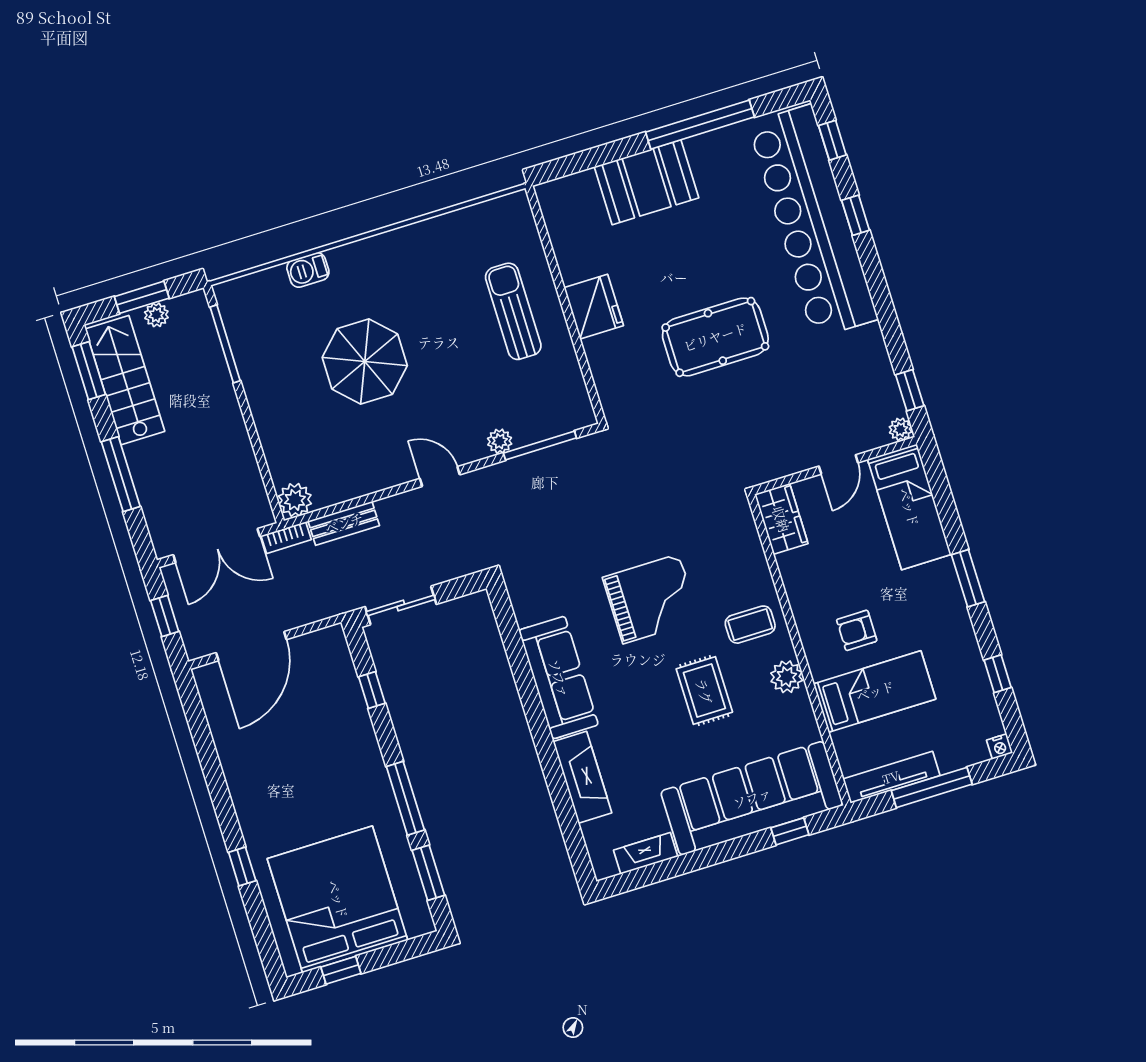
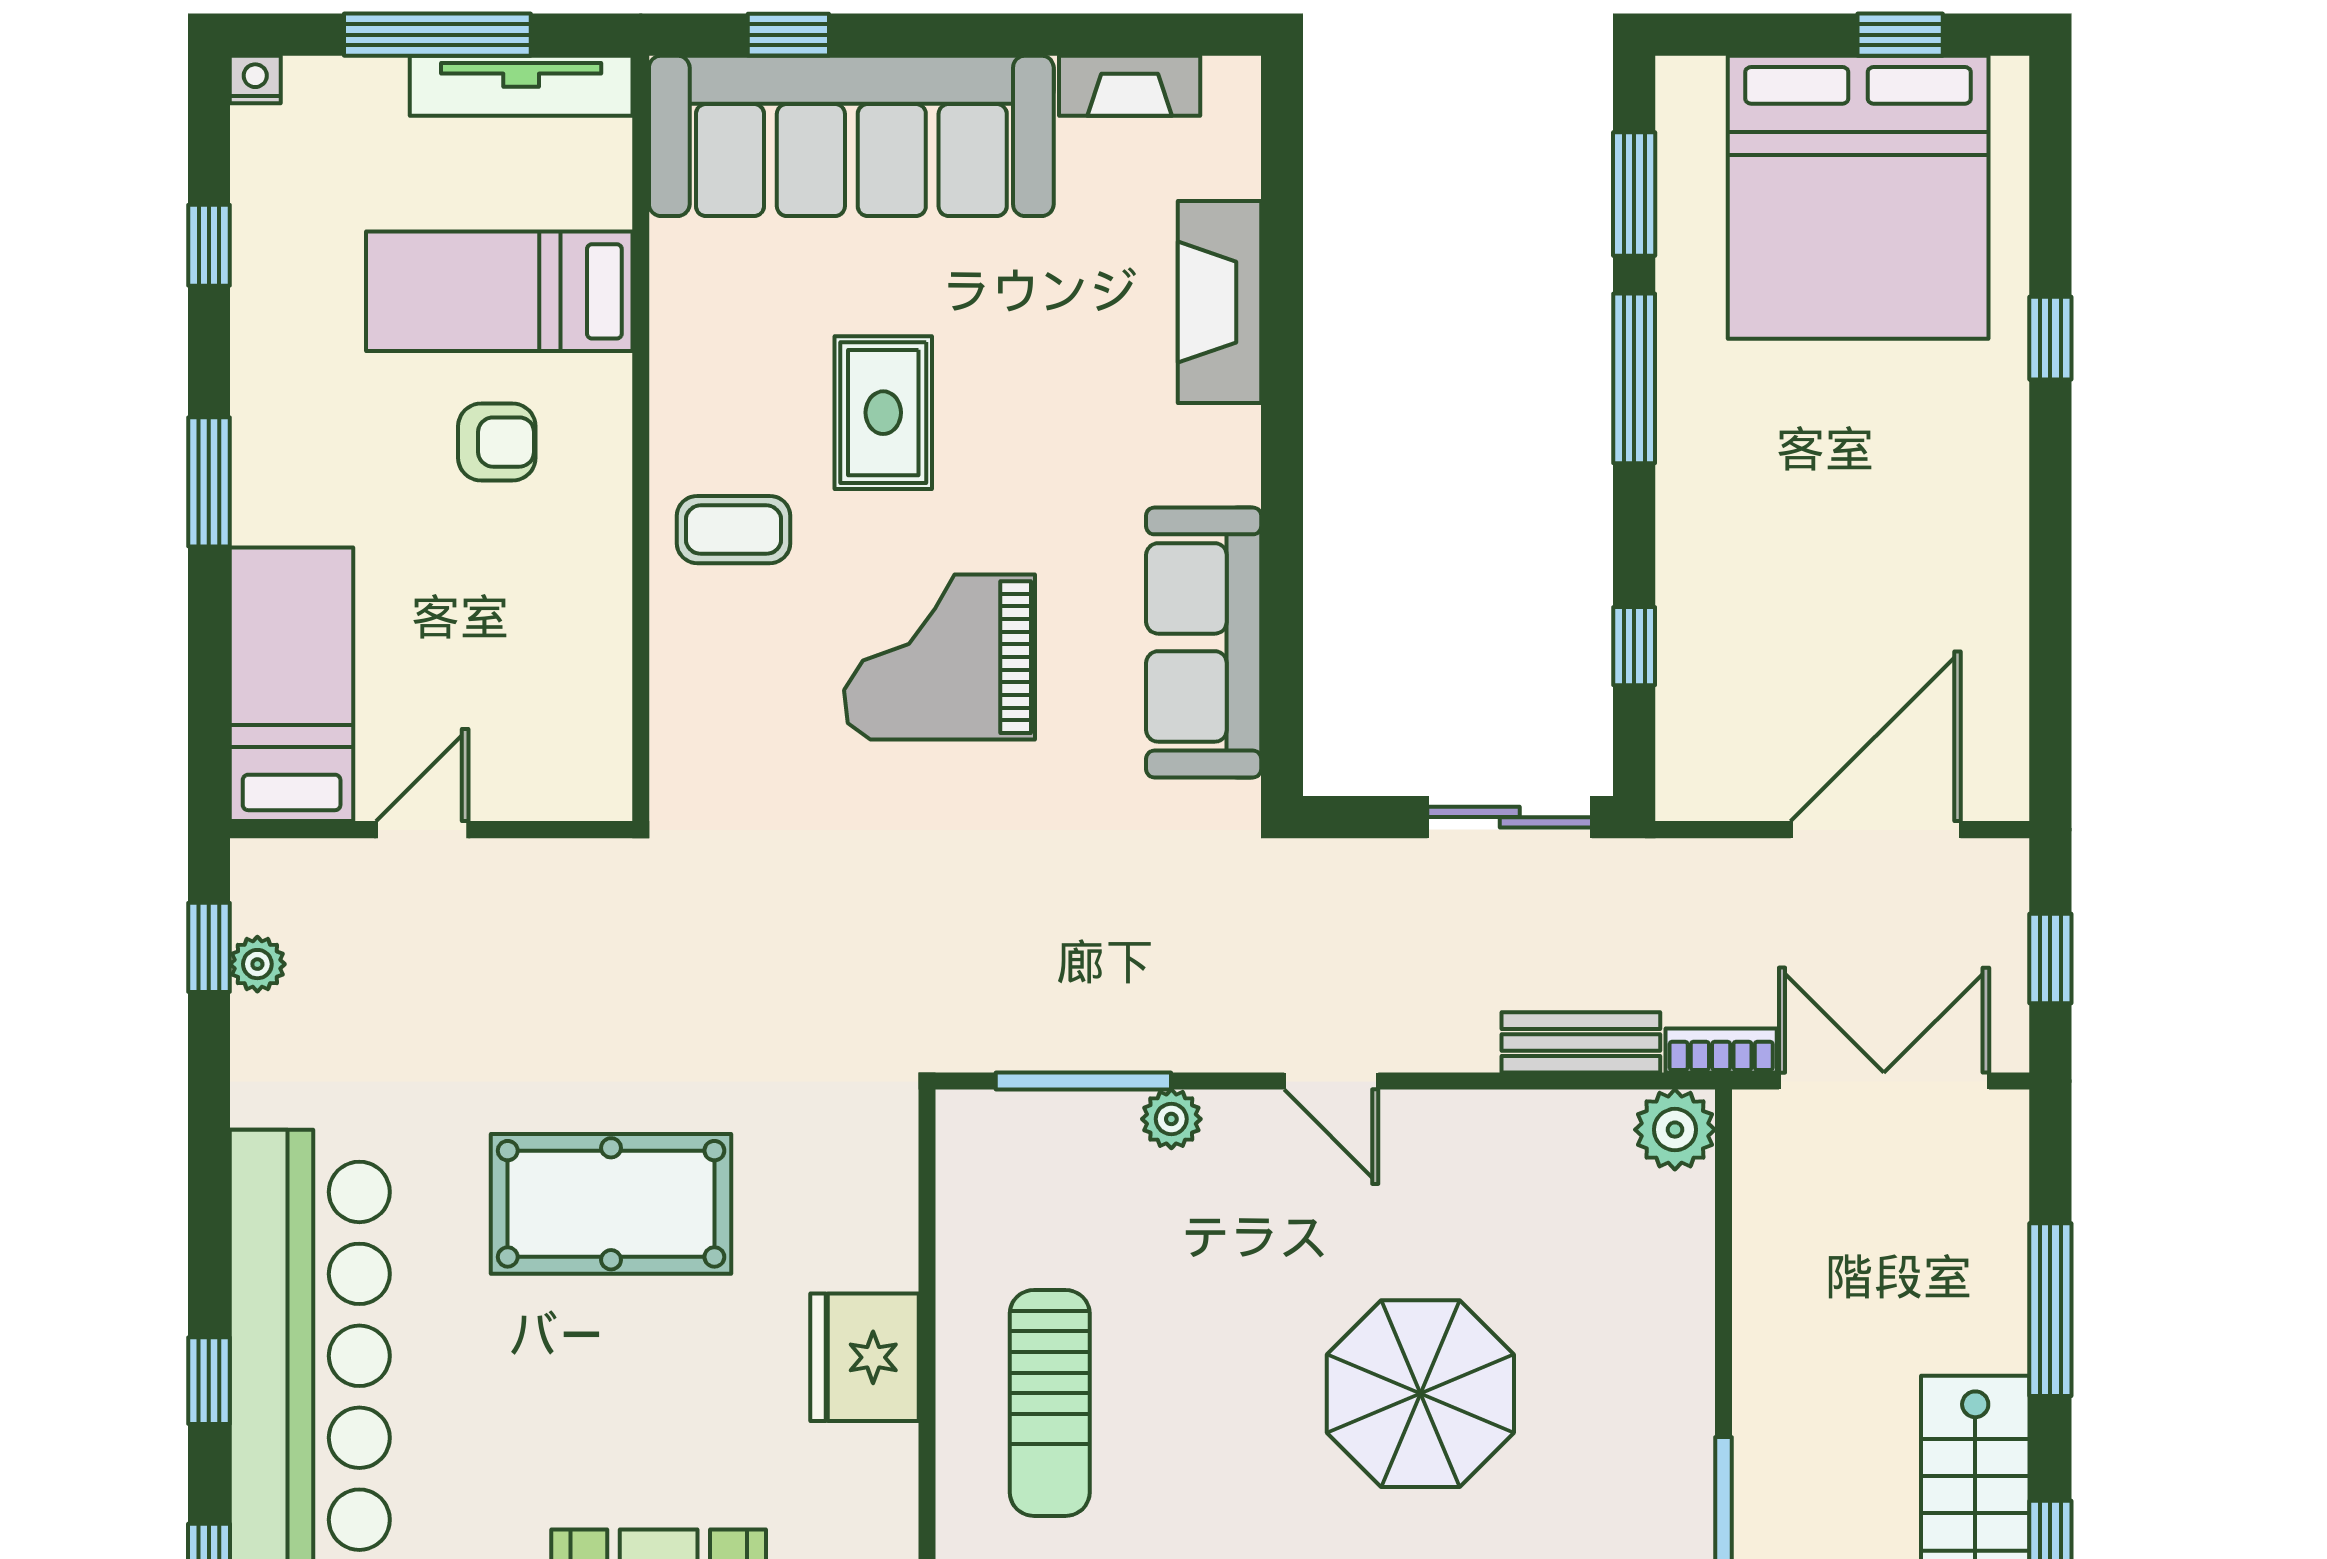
plant: (900, 429) -> (257, 964), moved
wardrobe: (781, 519) -> (589, 747), removed
plant: (787, 677) -> (688, 386), removed
sofa: (559, 678) -> (1204, 642), moved

